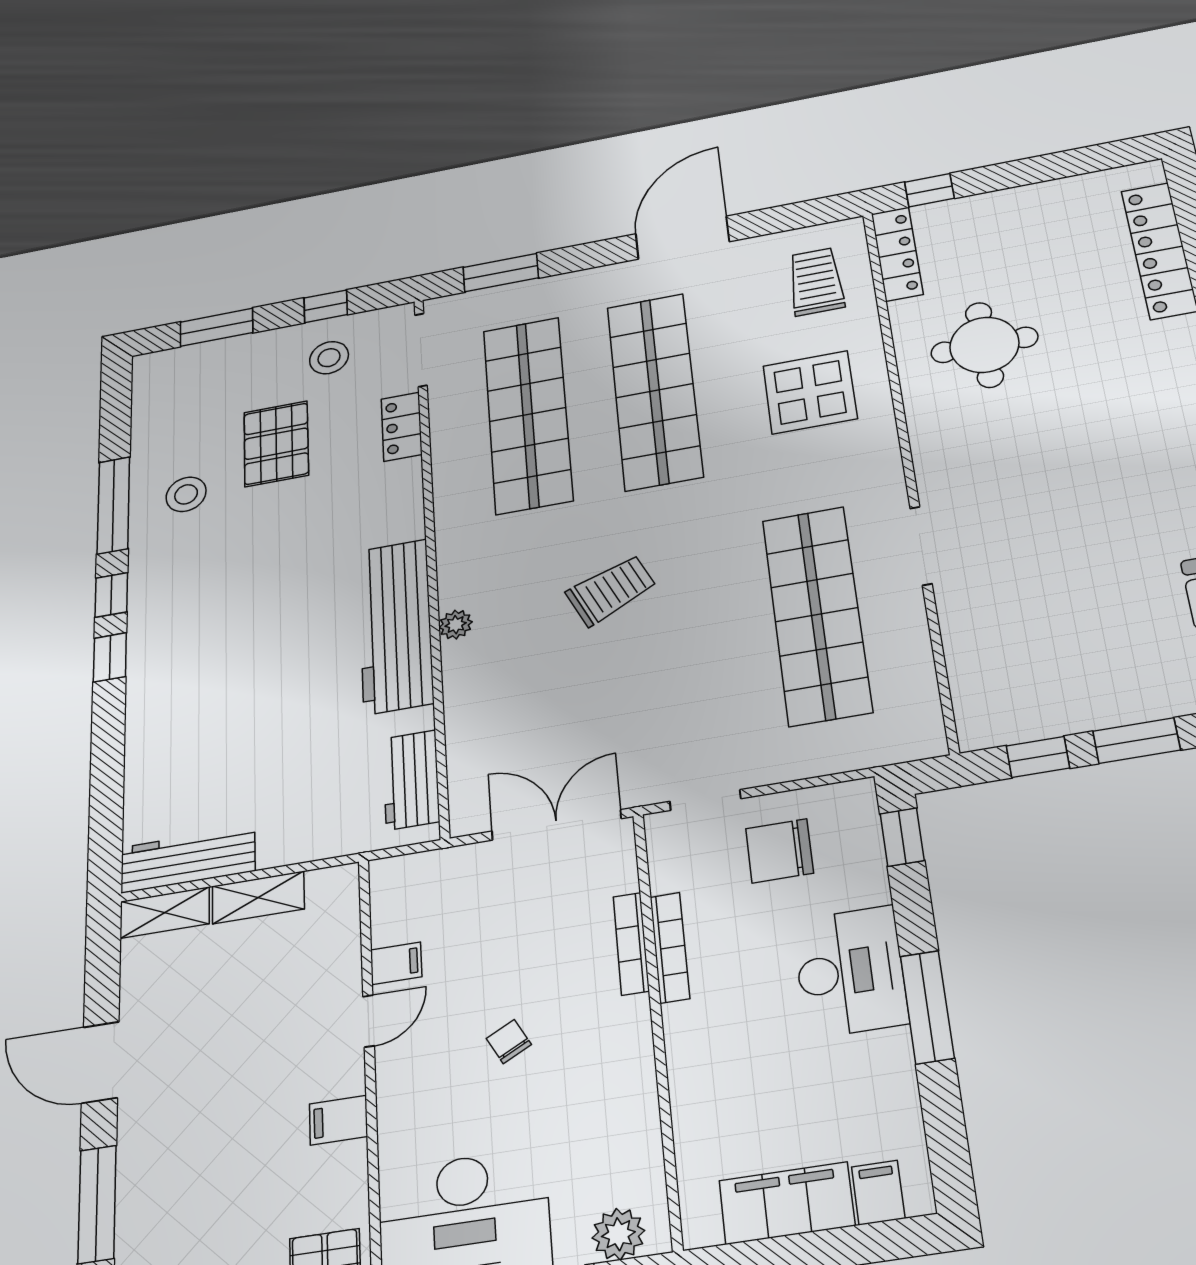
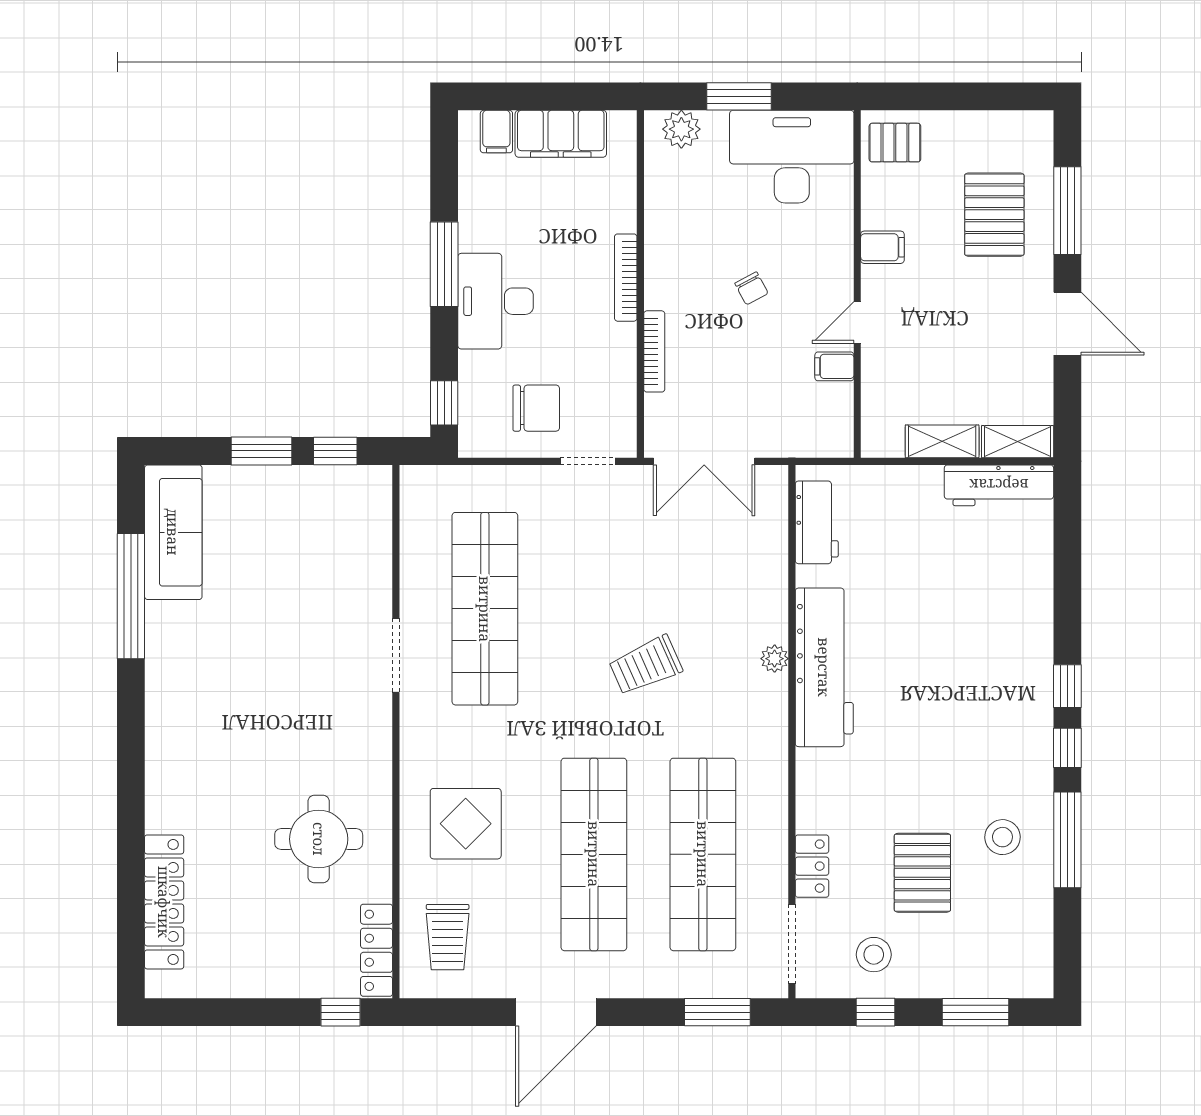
bookcase: (670, 948) -> (626, 278), moved
pallet: (192, 1184) -> (994, 215), added

